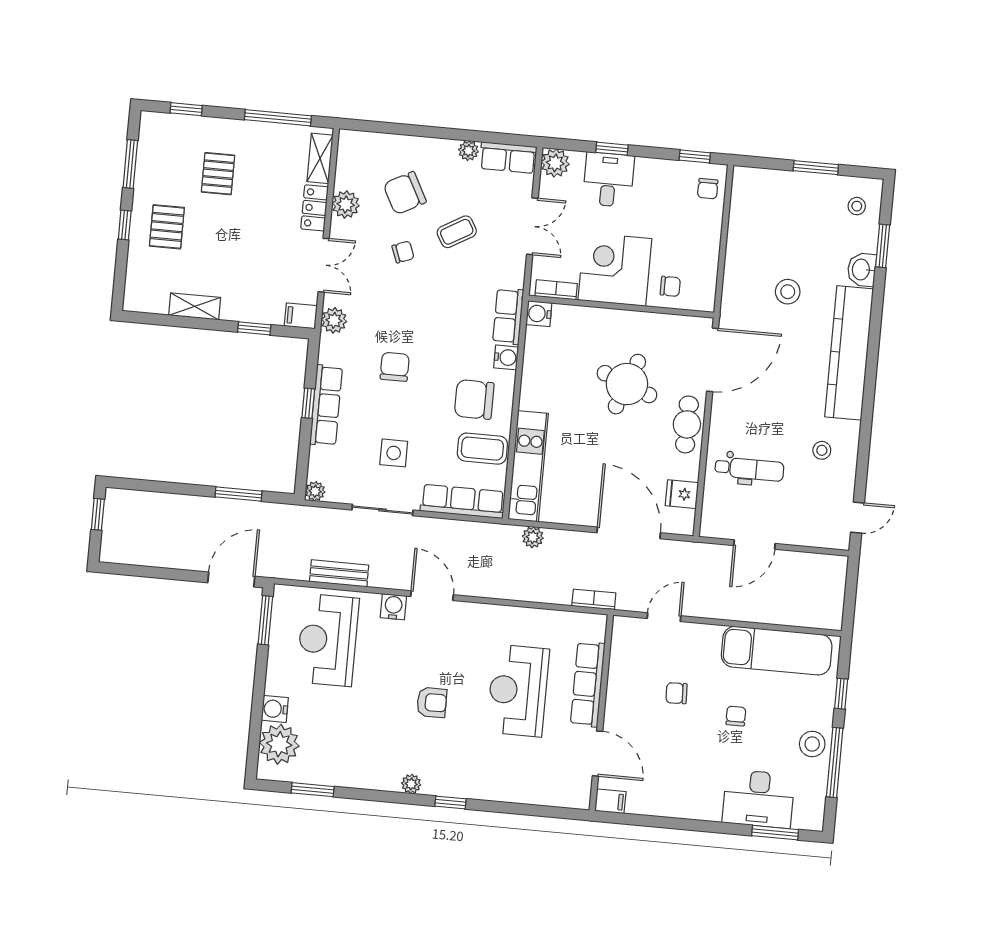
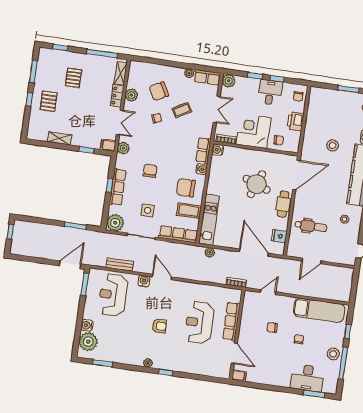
window: (695, 156) -> (277, 79), moved
desk: (608, 180) -> (270, 92), moved
printer: (704, 243) -> (295, 121), added
plant: (315, 491) -> (115, 223), width x1.88, depth x1.88

